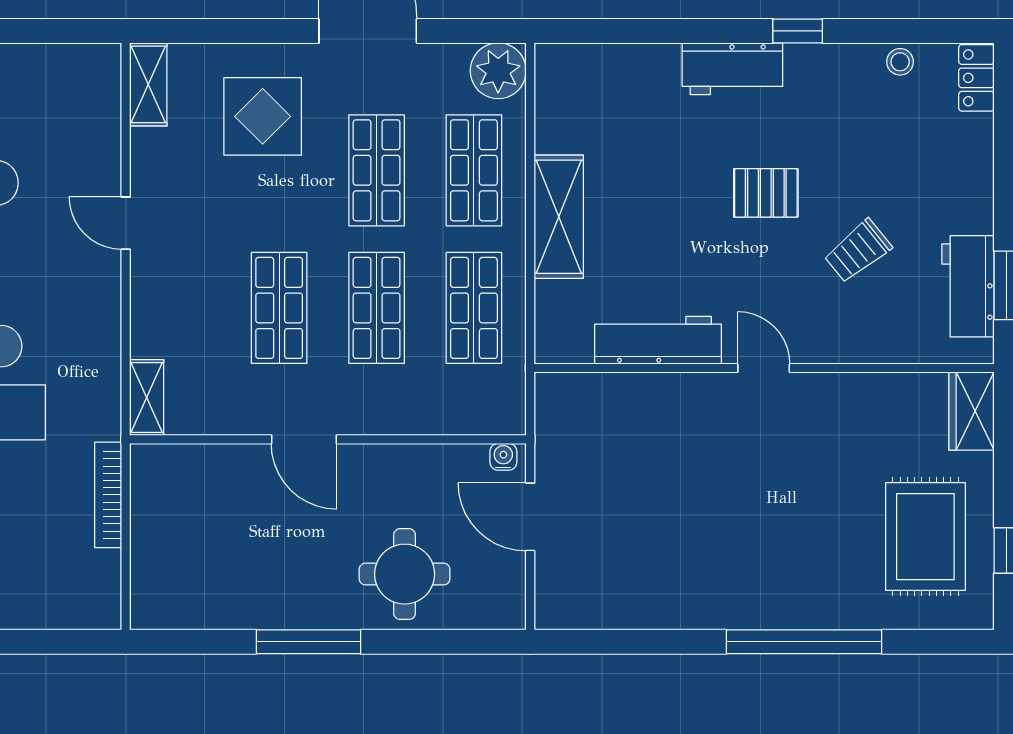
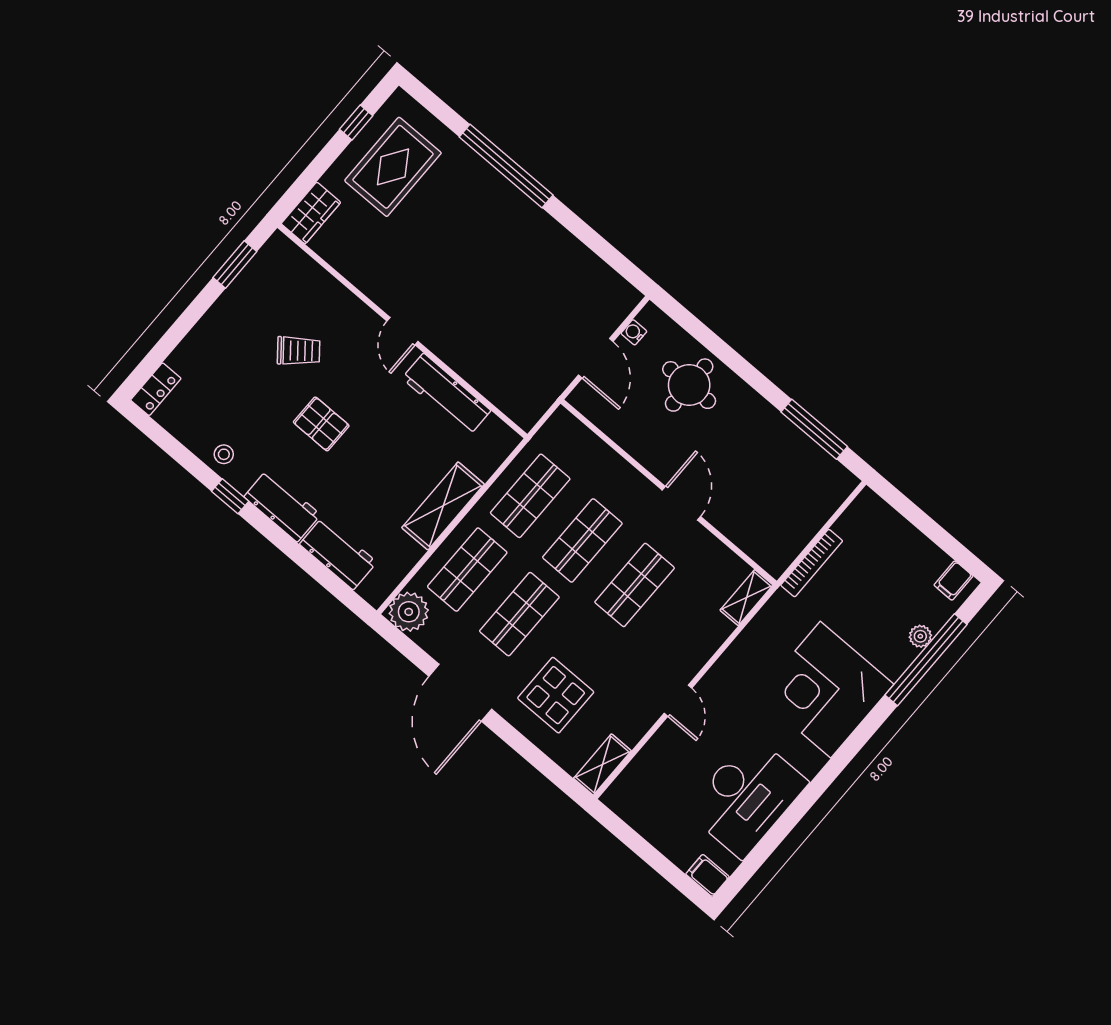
stool: (900, 62) -> (224, 454), moved
workbench: (968, 286) -> (338, 553), moved, turned -90
water cooler: (503, 457) -> (634, 332), moved, turned 90
window: (309, 642) -> (814, 429), moved

